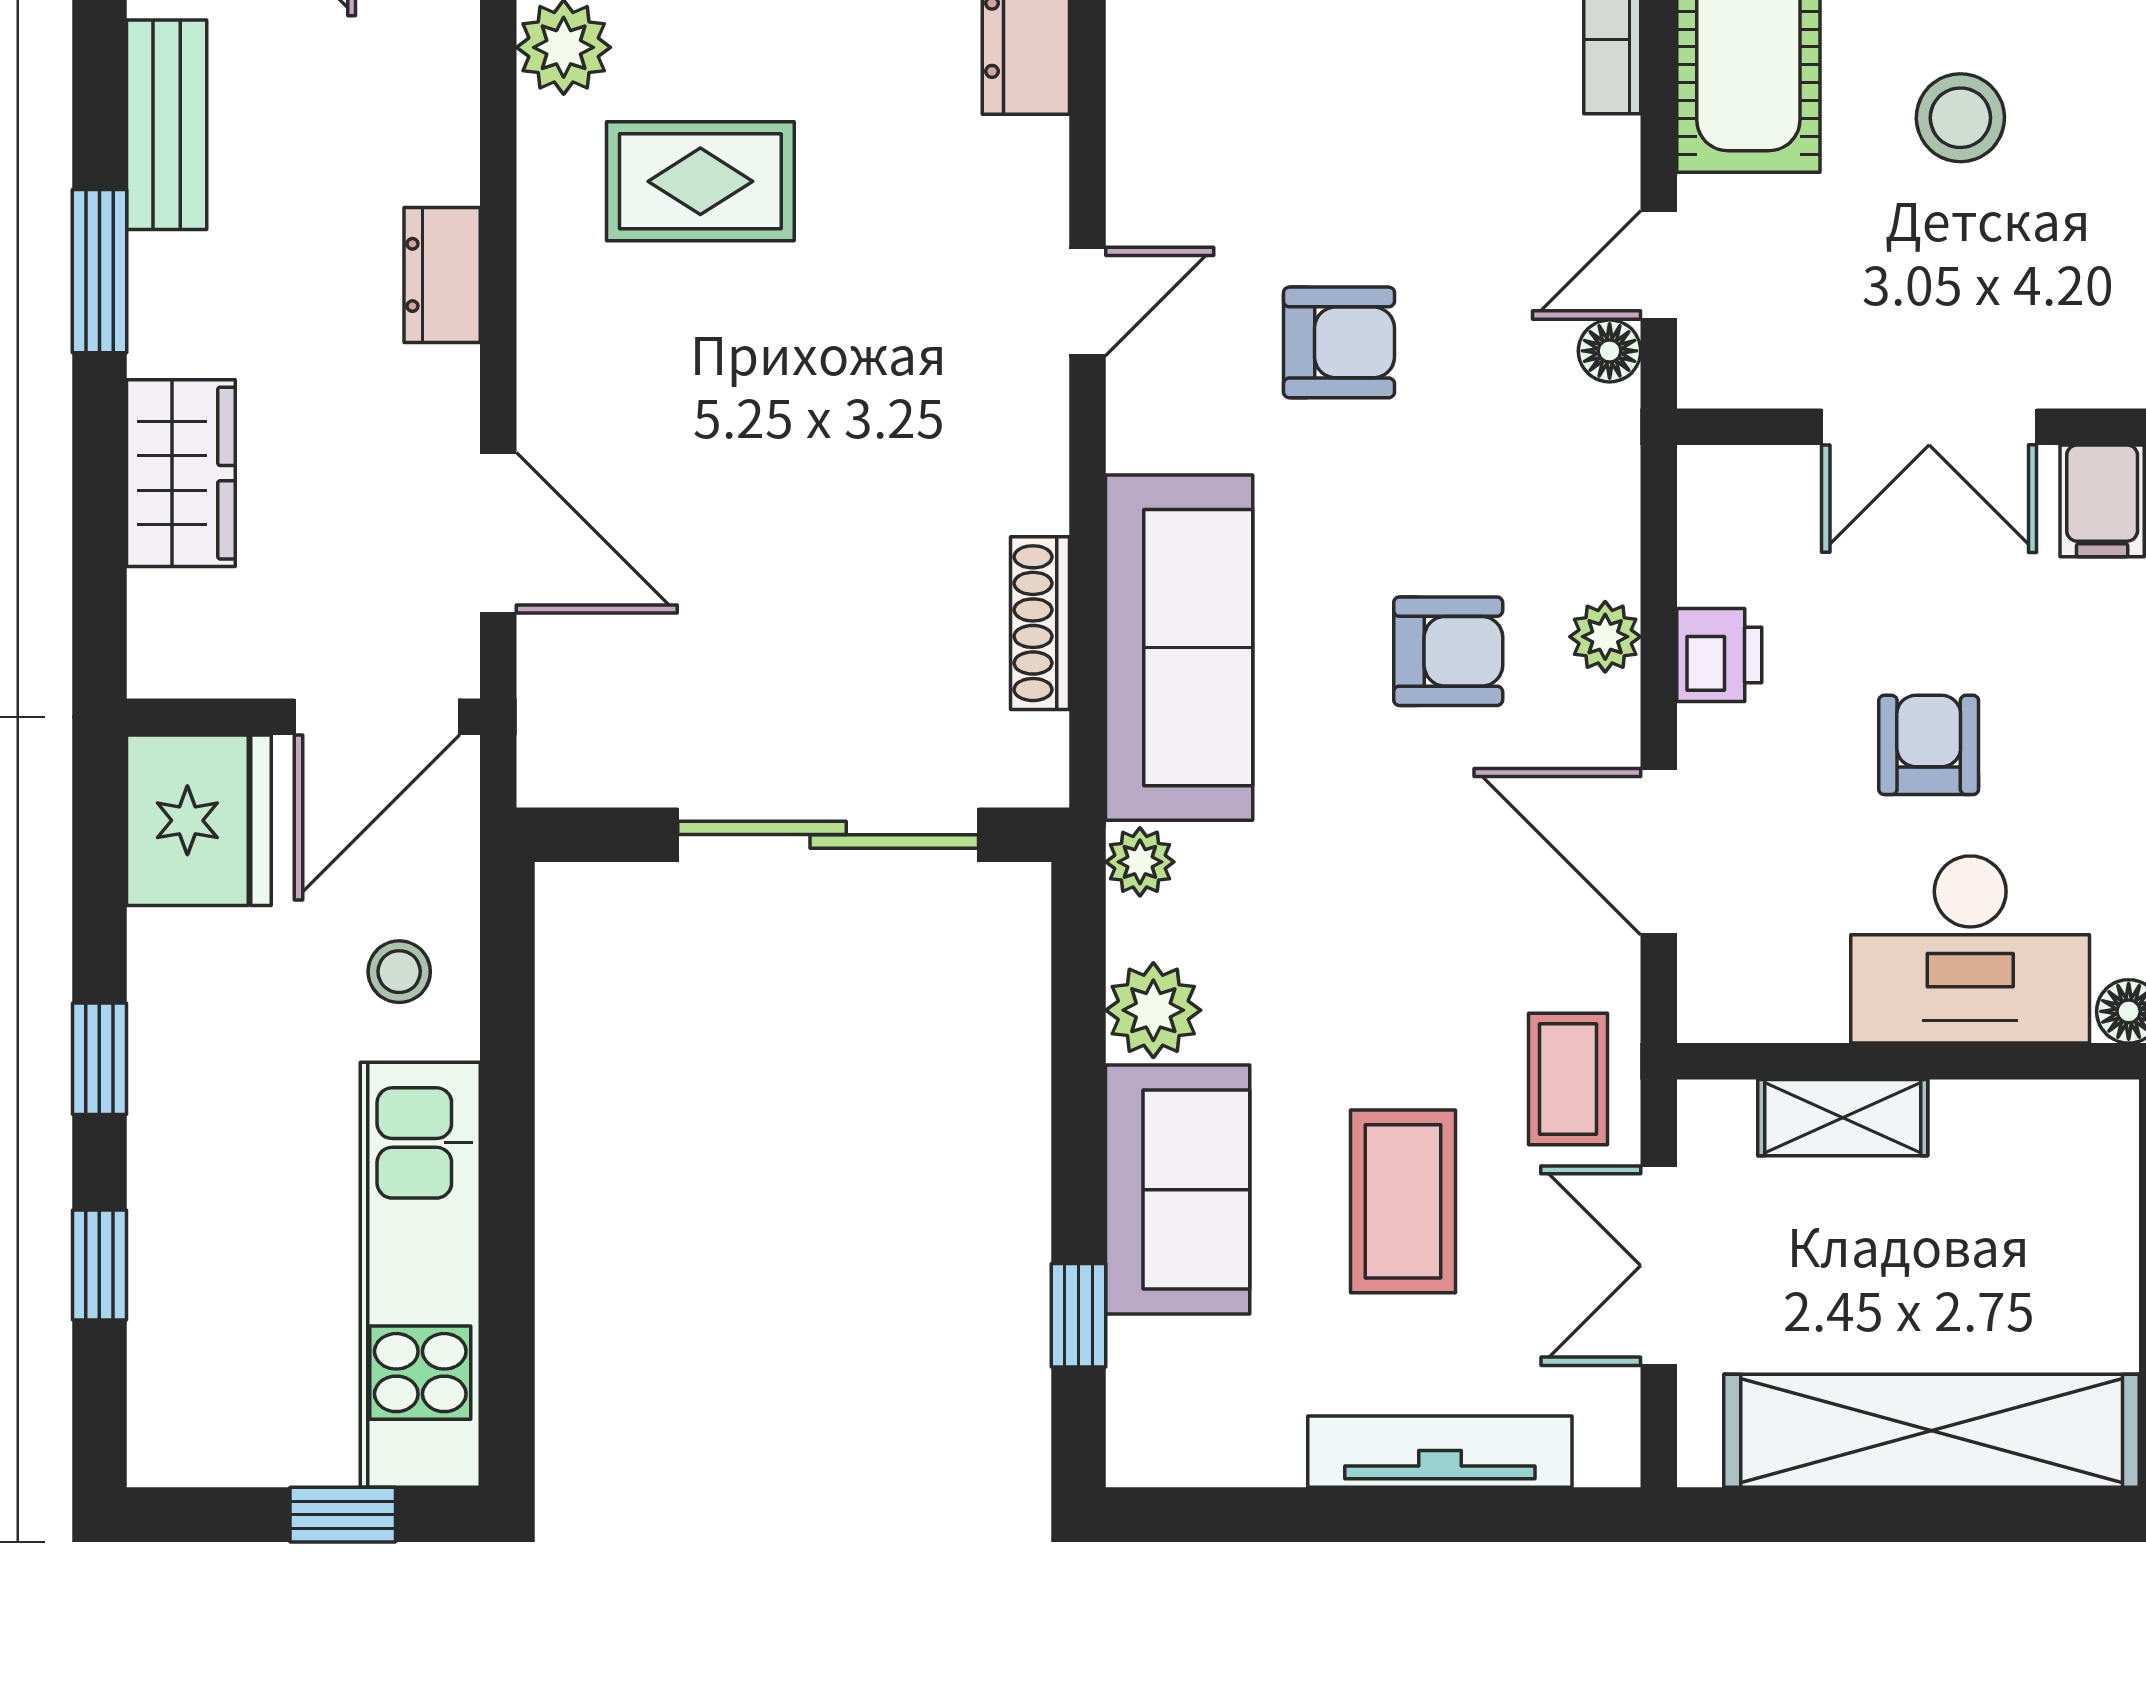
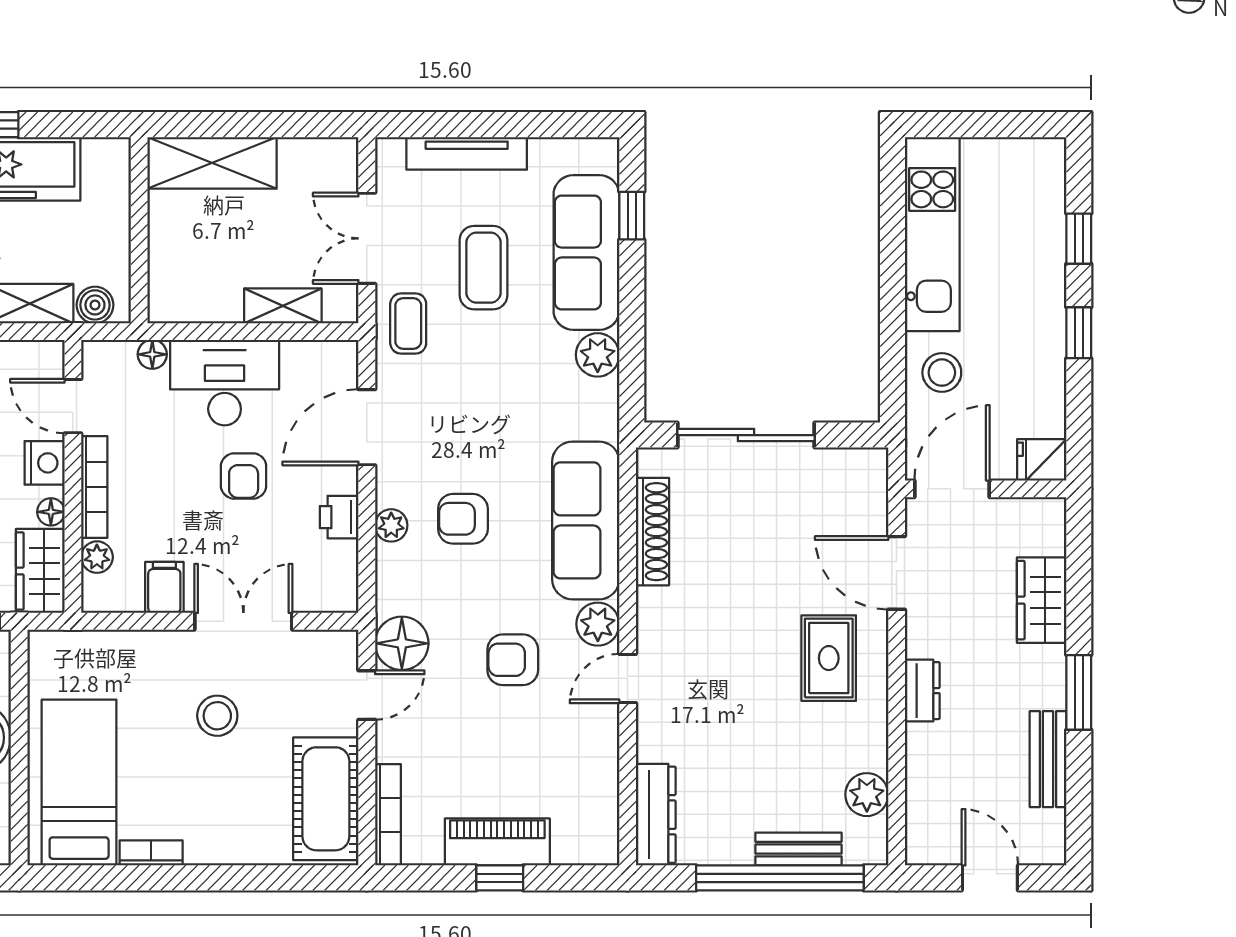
stool: (1960, 118) -> (217, 716), moved
rug: (700, 181) -> (829, 658), moved, turned 90
floor lamp: (1610, 351) -> (402, 643), width x1.89, depth x1.89
shoe rack: (1040, 623) -> (652, 532), width x1.36, depth x1.24
fridge: (199, 820) -> (1042, 460), width x0.53, depth x0.75
door: (1659, 852) -> (367, 427), swing flipped
plant: (1140, 862) -> (598, 624), moved, width x1.38, depth x1.38
stool: (399, 972) -> (942, 373), width x1.37, depth x1.37
sofa: (1178, 1190) -> (586, 253), width x1.36
double door: (1659, 1266) -> (367, 238), swing flipped
shelving: (1932, 1431) -> (212, 163), width x0.68
window: (343, 1515) -> (968, 125), removed

